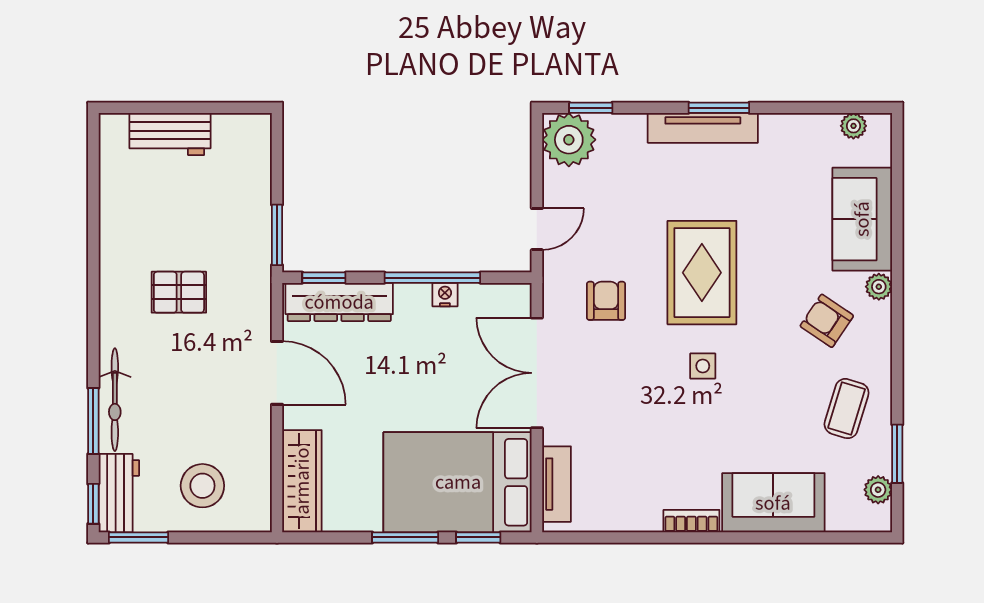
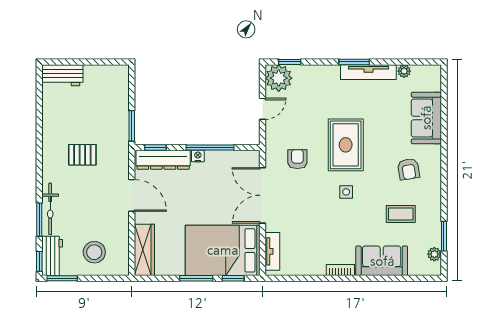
plant: (853, 126) -> (404, 71), moved
tv unit: (703, 128) -> (368, 72), moved
workbench: (170, 134) -> (62, 75), moved
door: (537, 229) -> (263, 109), moved
plant: (879, 287) -> (435, 152), removed
nightstand: (445, 295) -> (198, 156), moved
armchair: (827, 321) -> (409, 169), turned -133
coffee table: (847, 409) -> (401, 214), moved, turned 73

